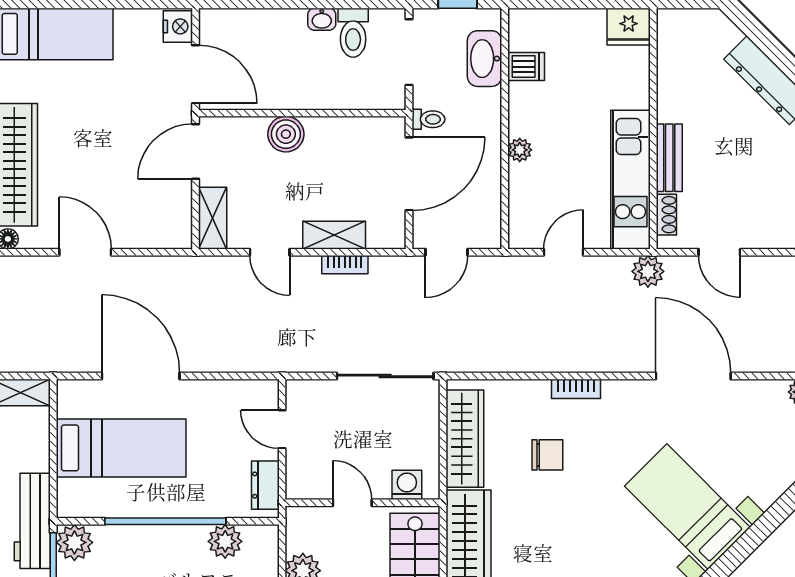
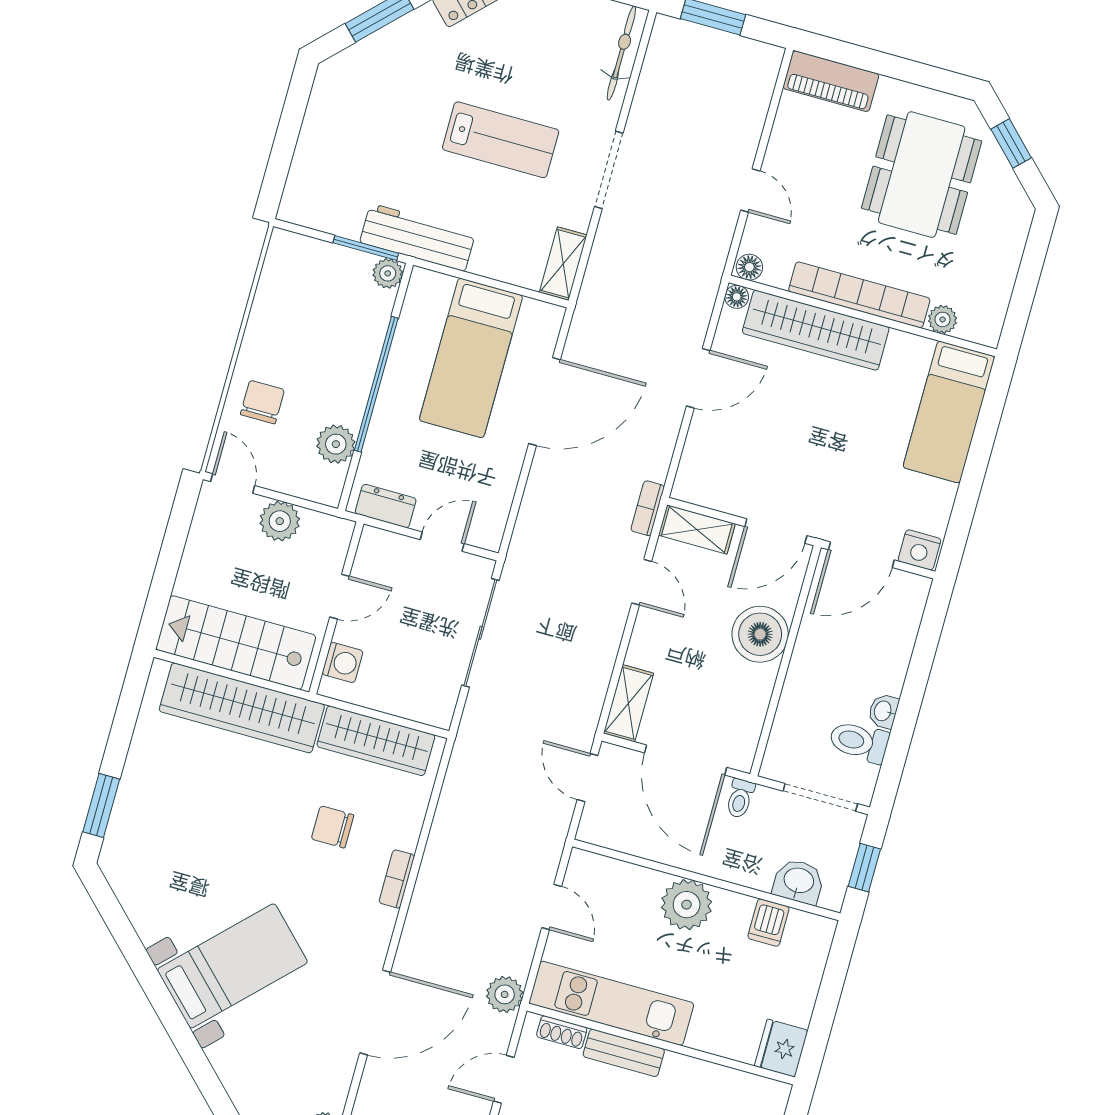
washbasin: (485, 59) -> (799, 881), width x0.72
boiler: (286, 134) -> (760, 634), width x1.37, depth x1.37
plant: (520, 150) -> (687, 905), width x1.87, depth x1.87
door: (196, 152) -> (776, 531), swing flipped
shelving: (334, 235) -> (629, 703), moved
door: (270, 252) -> (642, 582), swing flipped
bookcase: (345, 265) -> (648, 508), moved
sliding door: (385, 376) -> (480, 633), moved
chair: (547, 455) -> (333, 827), turned 90
plant: (74, 542) -> (388, 273), width x0.73, depth x0.73

